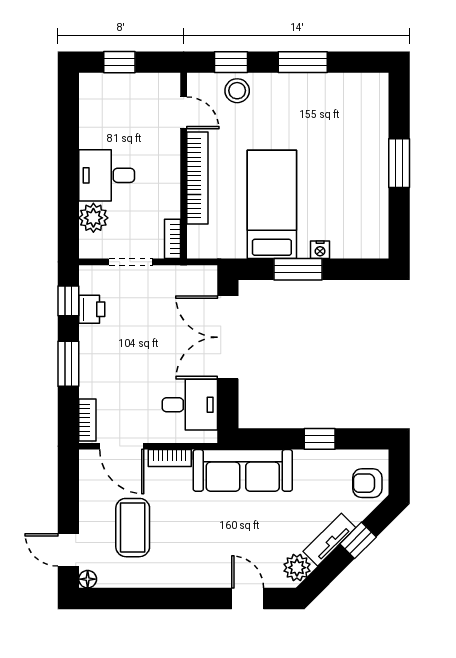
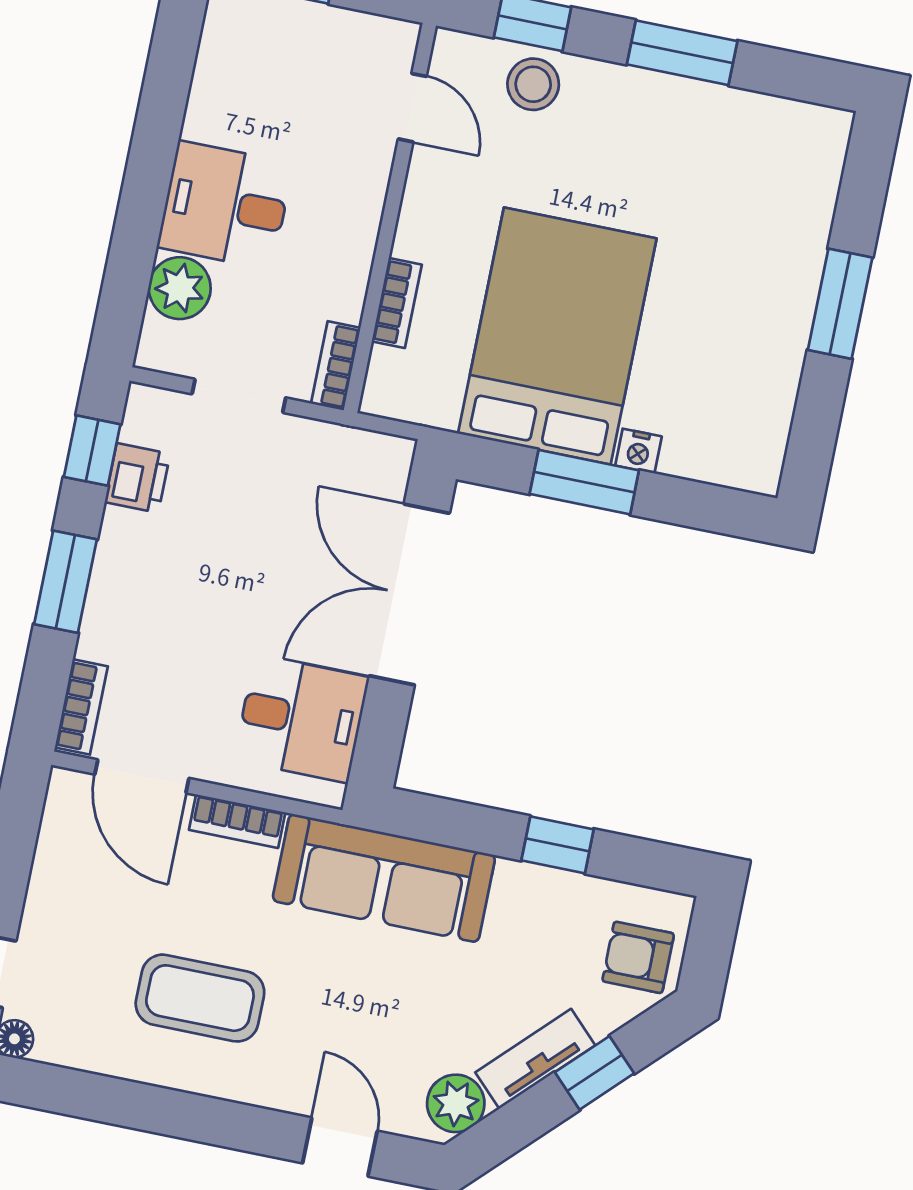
bookcase: (197, 178) -> (397, 303), width x0.43, depth x0.76
bed: (272, 204) -> (557, 336), width x1.50
coffee table: (133, 528) -> (200, 998), moved, turned 90

